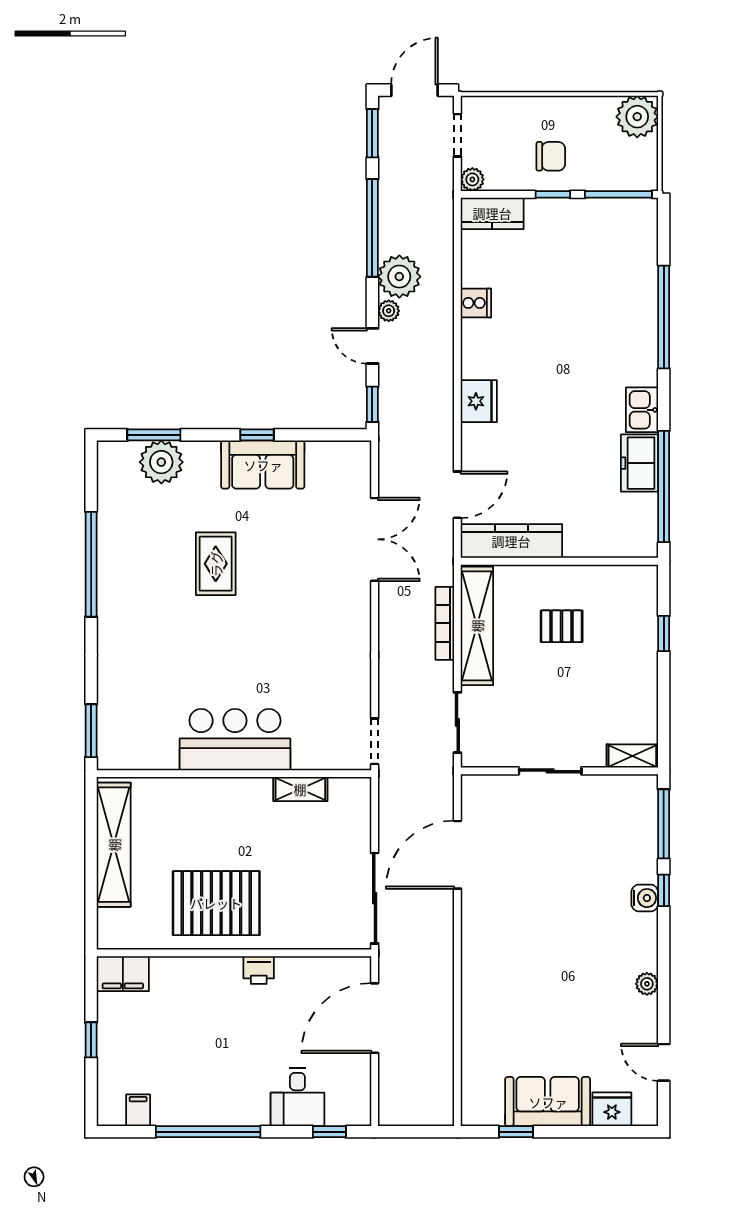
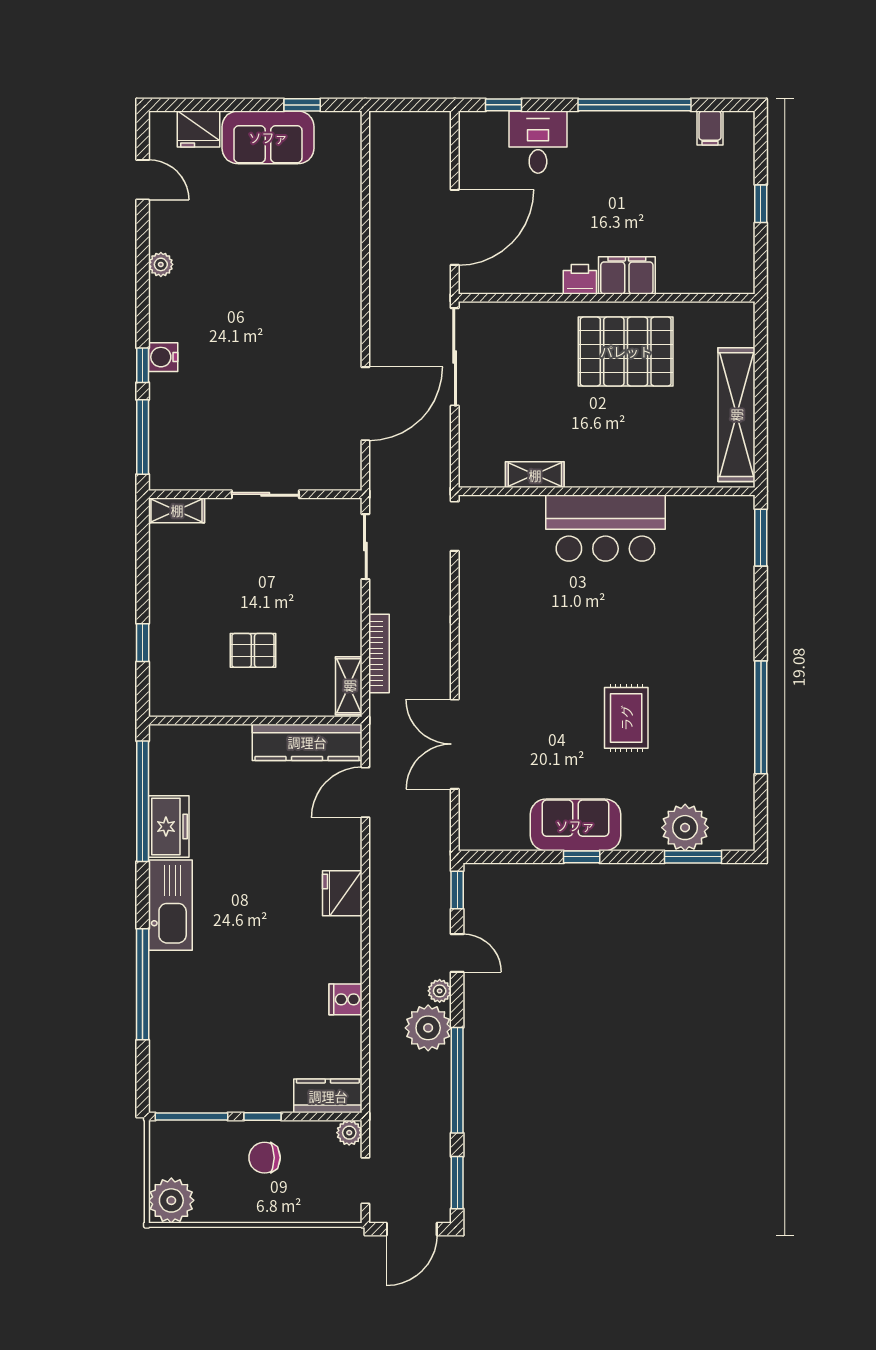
kitchen sink: (642, 410) -> (170, 905), width x1.87, depth x1.24
shelving: (477, 626) -> (349, 686), width x0.45, depth x0.75
filing cabinet: (123, 974) -> (627, 275), moved

